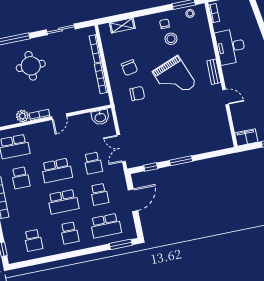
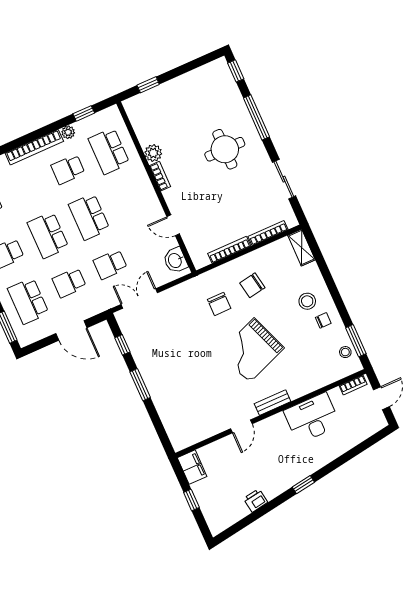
shelving: (122, 25) -> (301, 248), moved
stool: (171, 39) -> (307, 301), moved
door: (59, 117) -> (173, 225), moved

